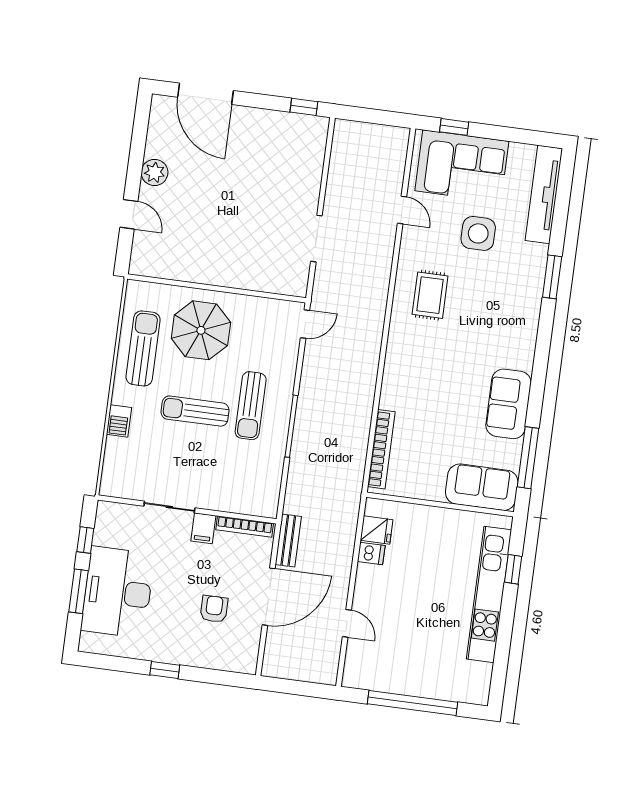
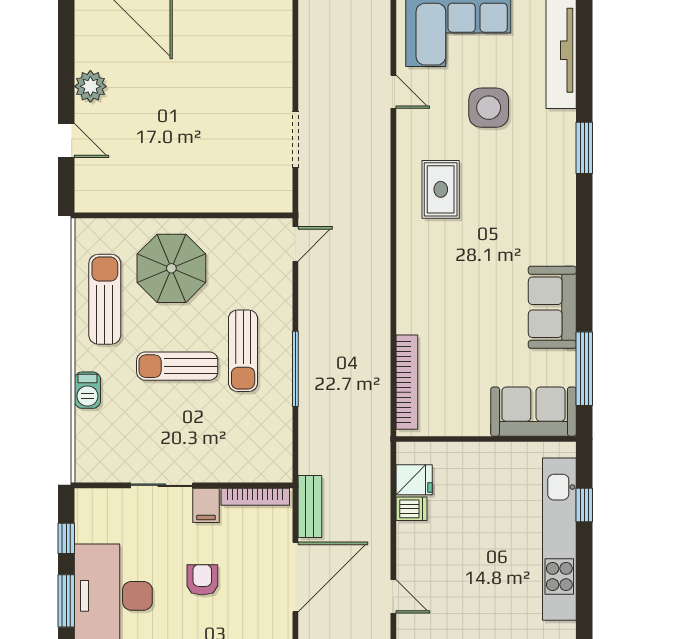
armchair: (214, 609) -> (202, 580), moved

